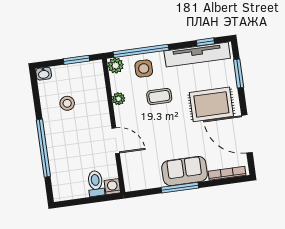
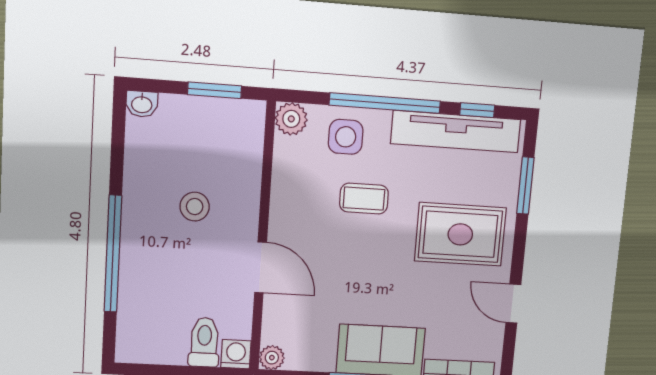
window: (141, 51) -> (385, 103), moved
plant: (119, 99) -> (272, 358), moved
stool: (67, 103) -> (195, 207), moved
door: (247, 134) -> (513, 304), width x0.53

